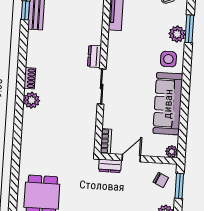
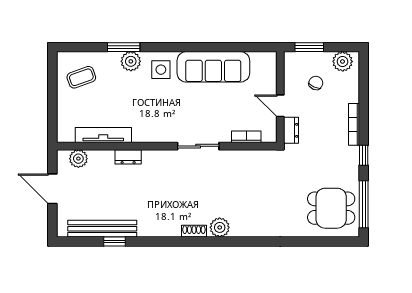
dresser: (94, 56) -> (128, 157), moved
bookcase: (106, 141) -> (246, 137), moved
plant: (172, 152) -> (269, 59), removed
chair: (161, 180) -> (316, 83), moved

